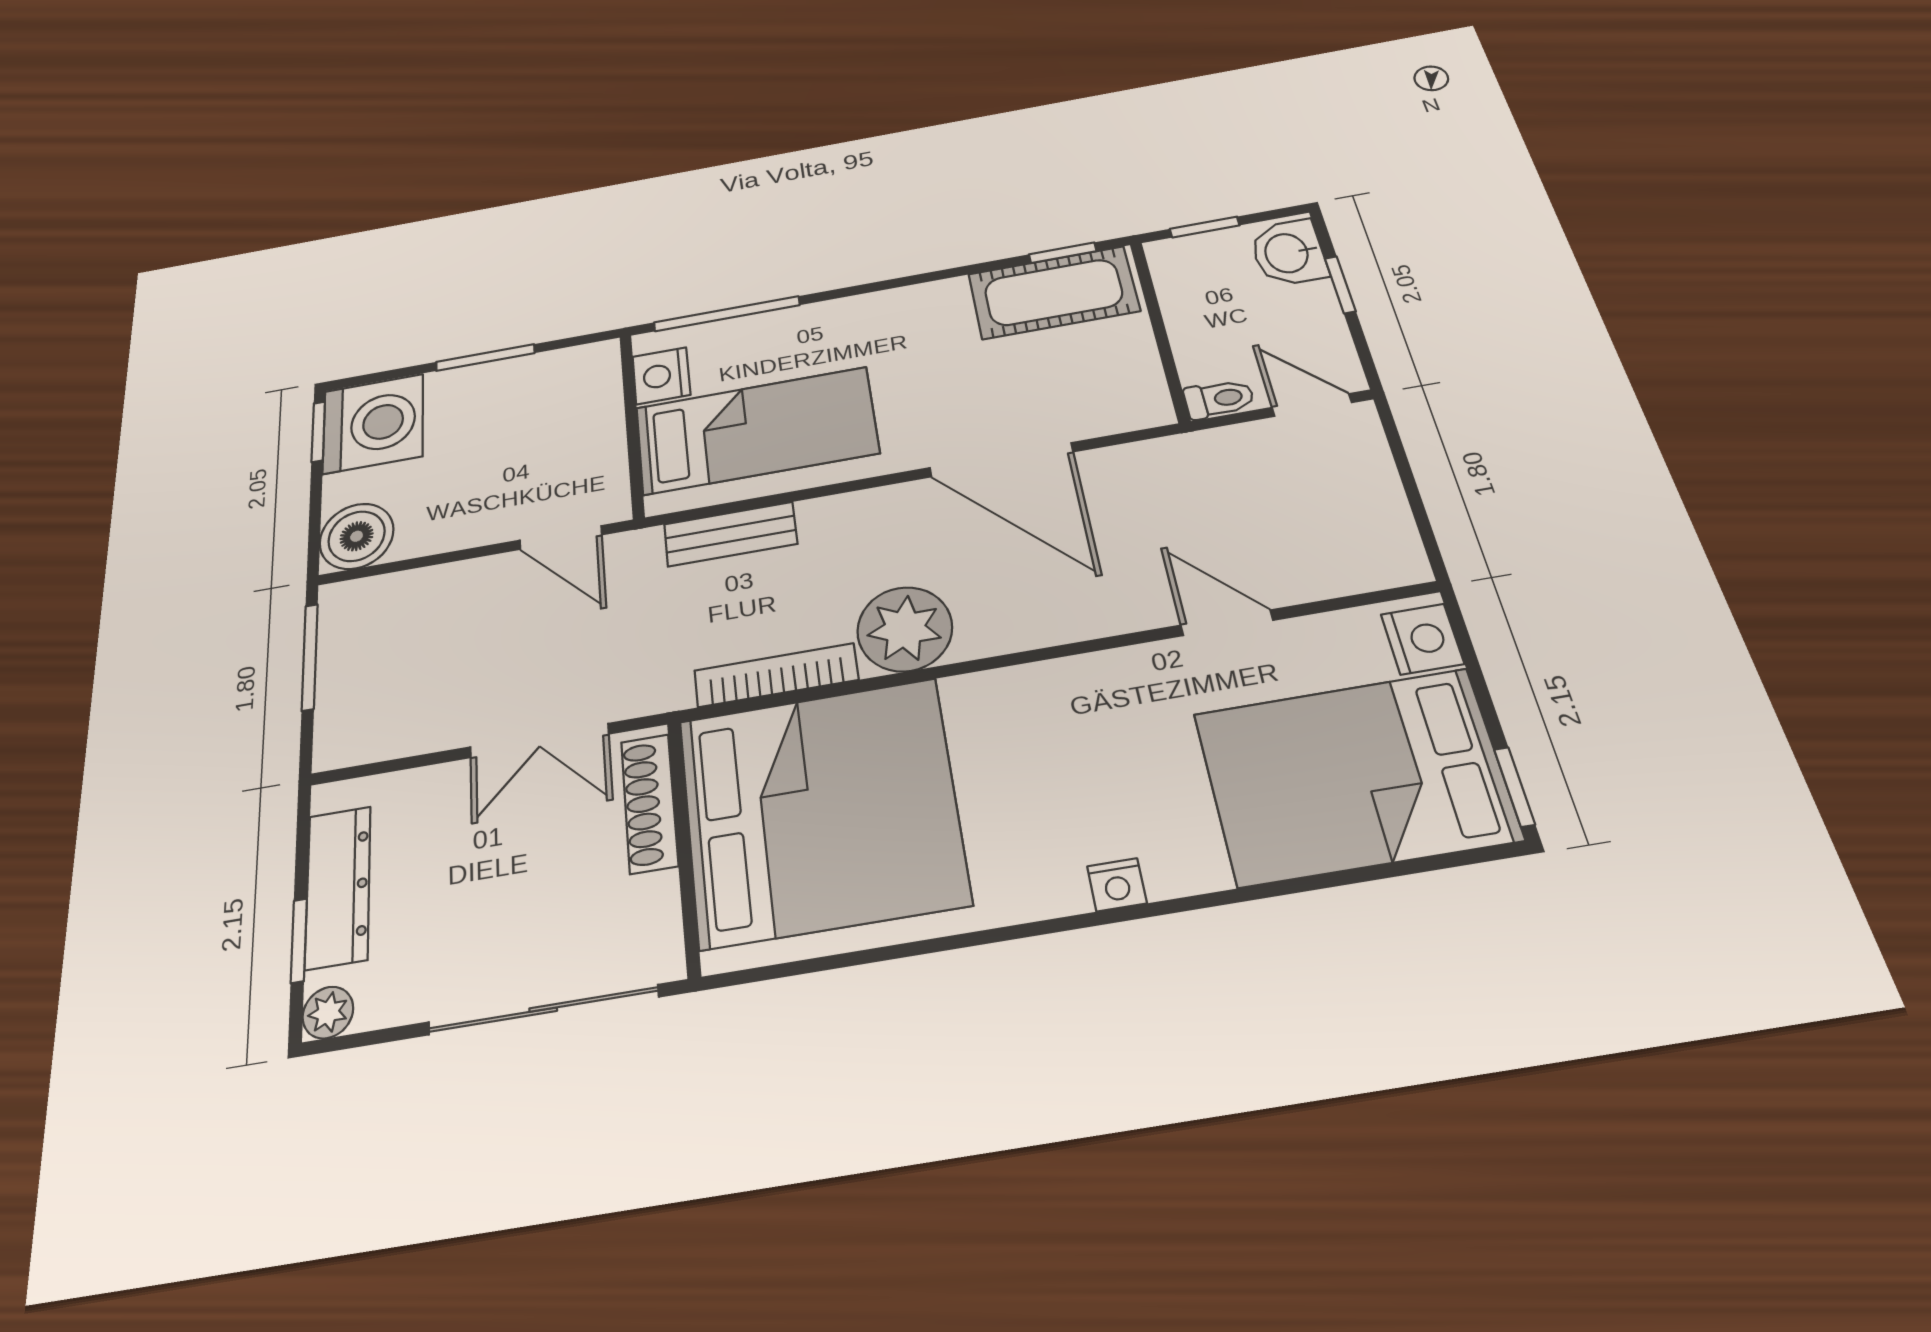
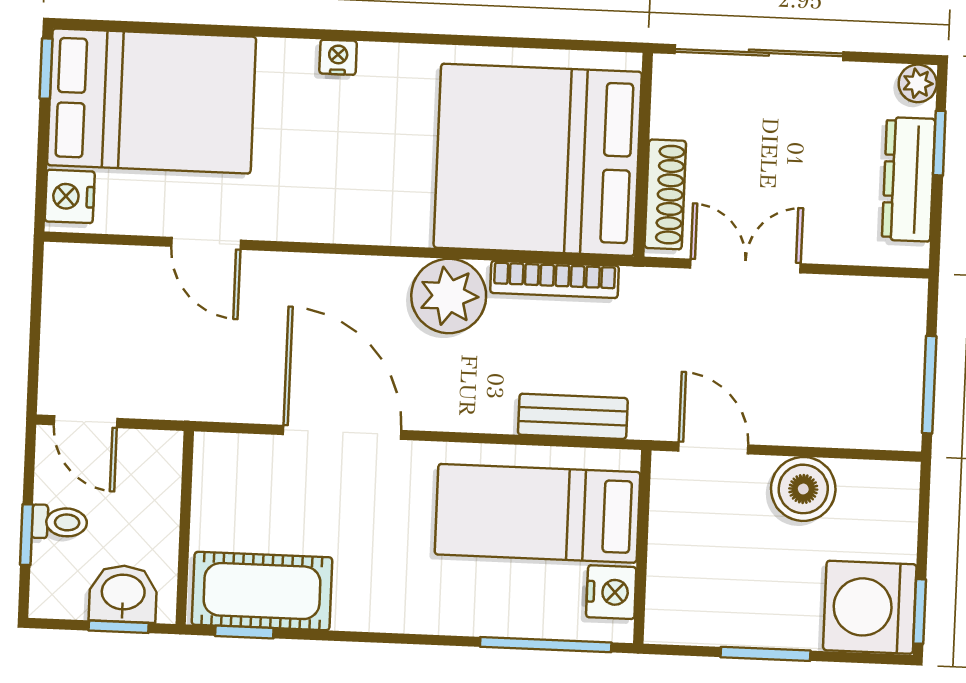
washbasin: (1288, 253) -> (123, 594), moved, turned -90
toilet: (1219, 399) -> (59, 522), moved, turned 180
boiler: (357, 536) -> (803, 489), moved

